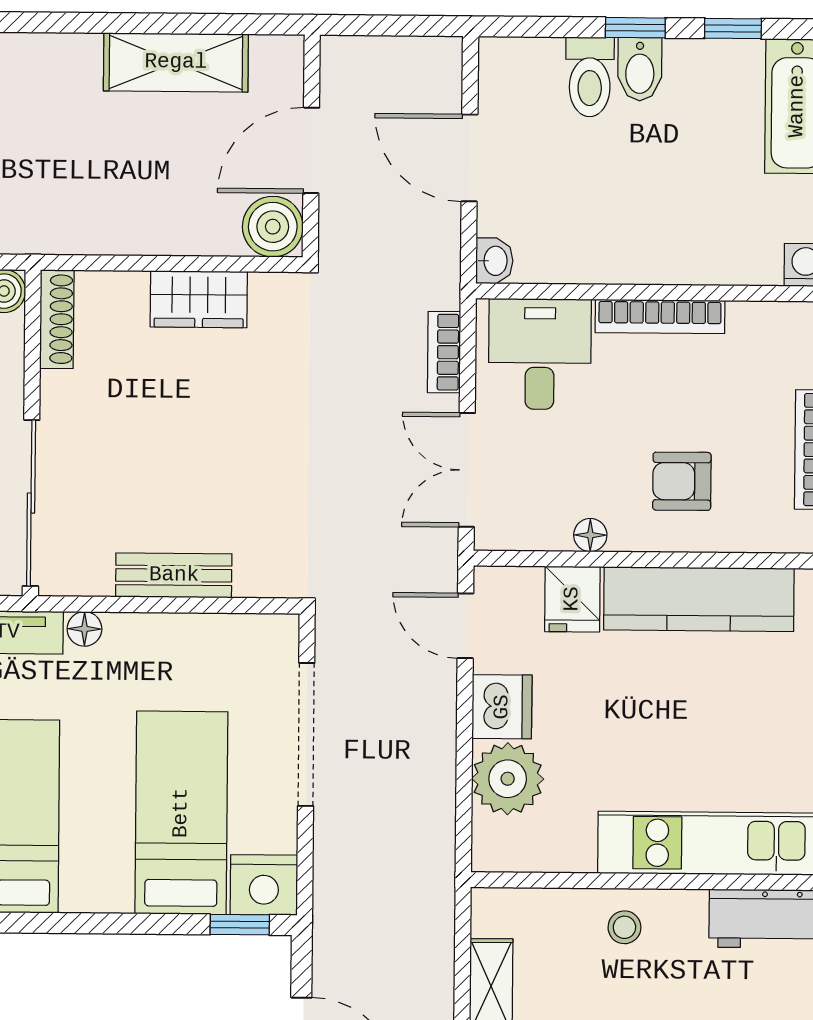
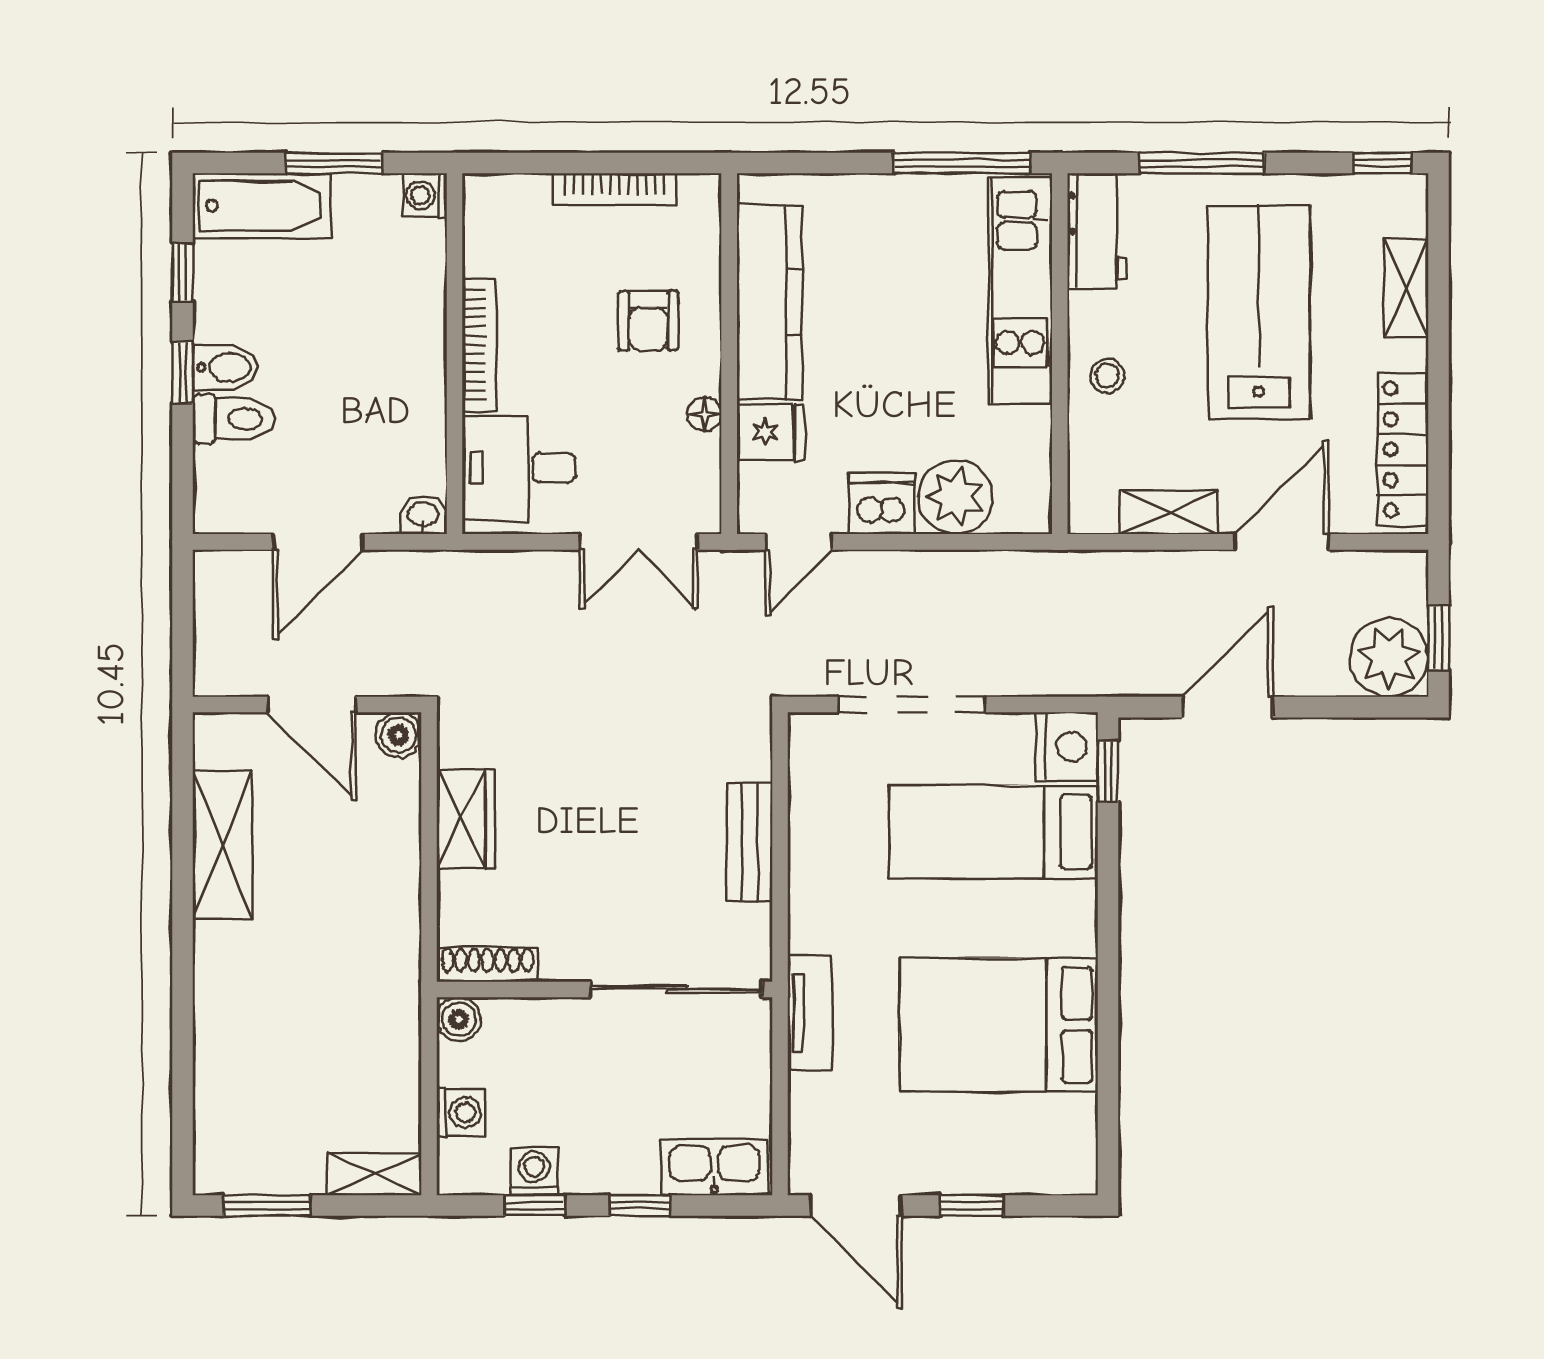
boiler: (273, 227) -> (399, 735), width x0.73, depth x0.73
bookcase: (444, 352) -> (518, 566), removed
floor lamp: (84, 629) -> (805, 933), removed

